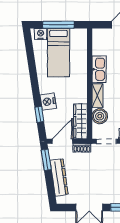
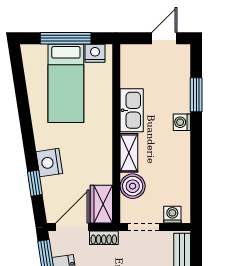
nightstand: (40, 34) -> (95, 53), moved
wardrobe: (80, 121) -> (101, 204), width x0.67

